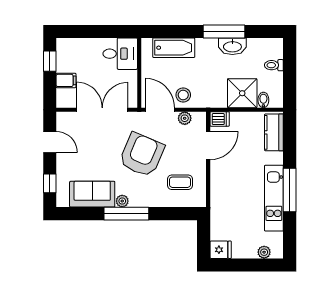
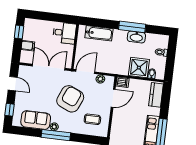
stool: (183, 95) -> (101, 64), removed
door: (160, 110) -> (85, 72), hinge flipped

